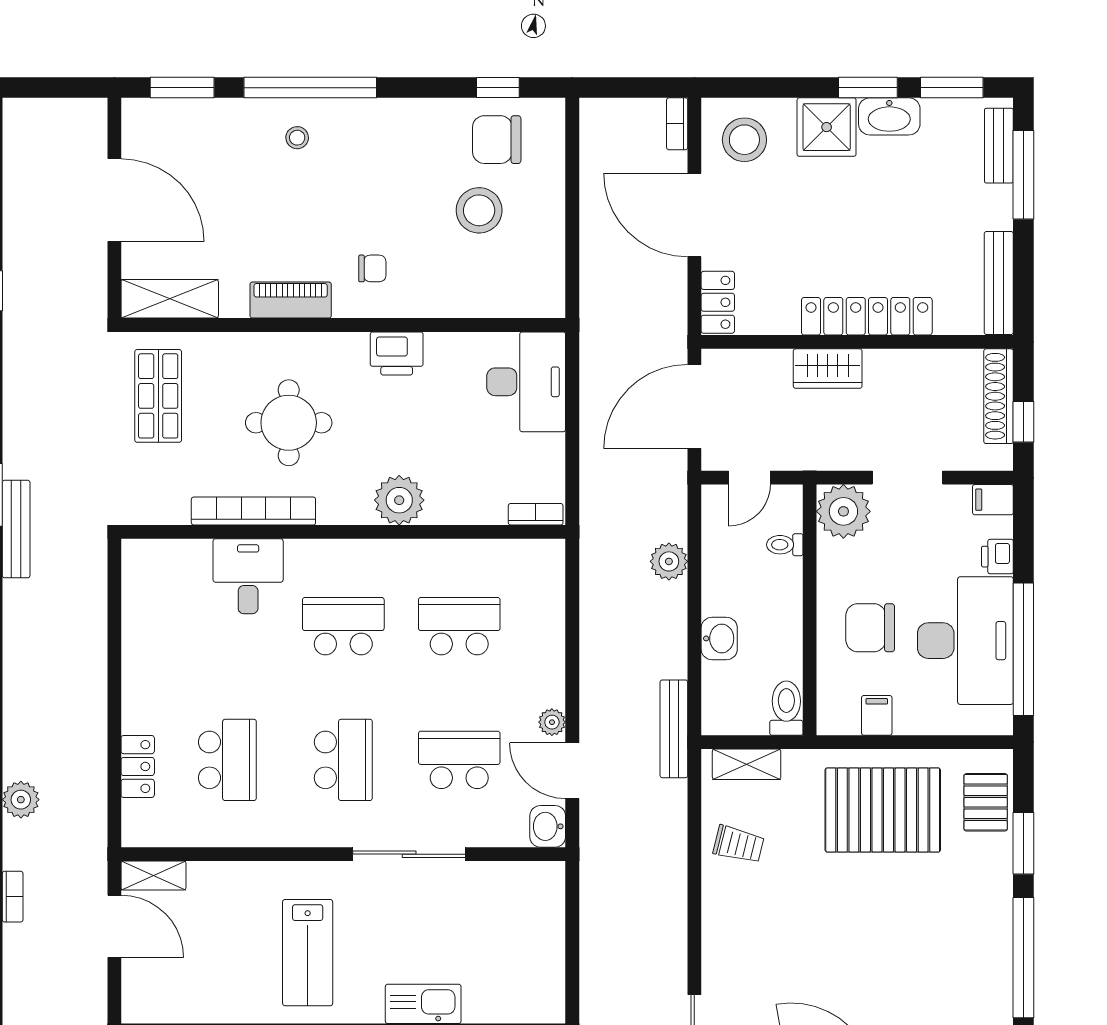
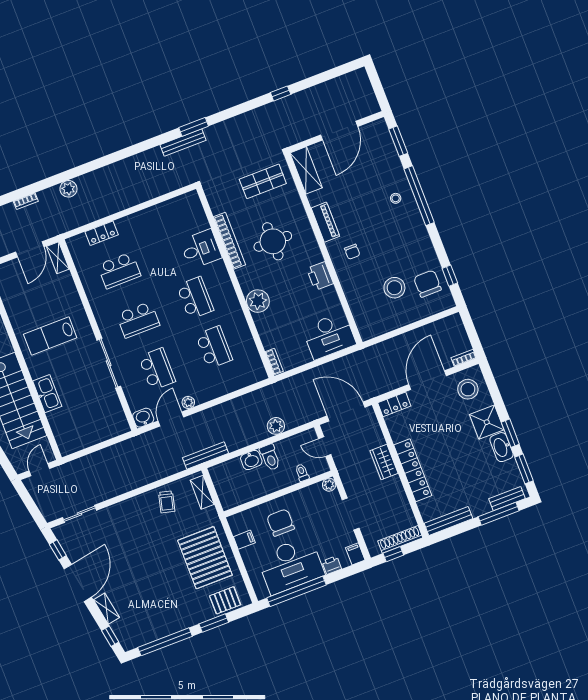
plant: (843, 511) -> (329, 485), width x0.53, depth x0.53
toilet: (786, 708) -> (270, 457), moved, turned 90

